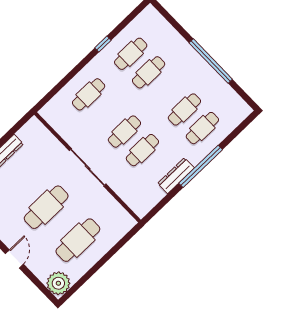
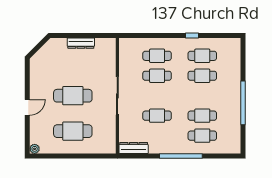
cafe table: (124, 132) -> (157, 76), moved
dresser: (176, 176) -> (134, 148), moved
plant: (58, 283) -> (35, 149), width x0.53, depth x0.53

